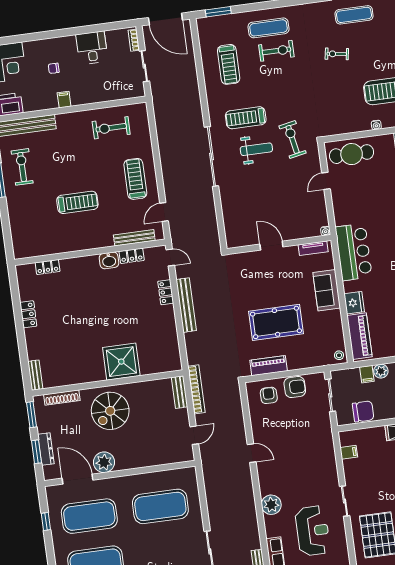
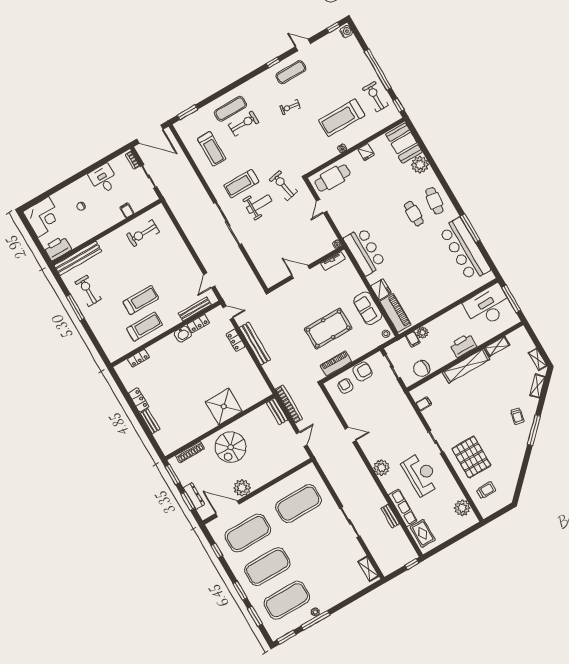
filing cabinet: (64, 100) -> (127, 210), moved
treadmill: (135, 179) -> (145, 327), moved, turned 90
sofa: (327, 290) -> (368, 308), moved
bench: (35, 375) -> (150, 421), moved
chair: (363, 411) -> (422, 369), turned 180

